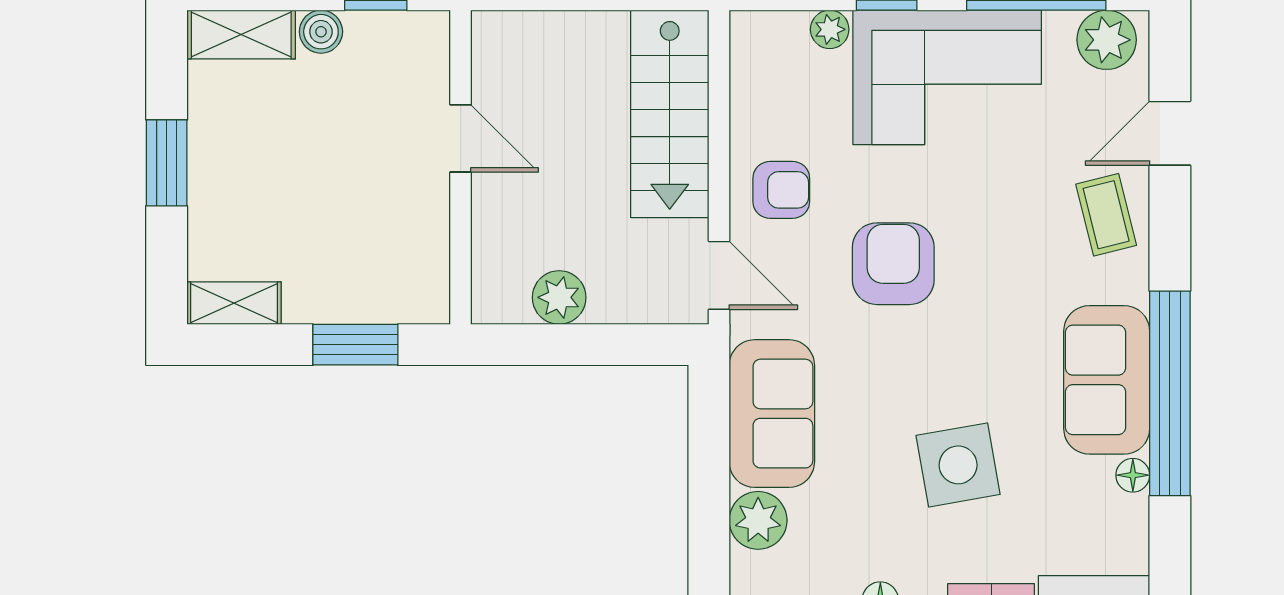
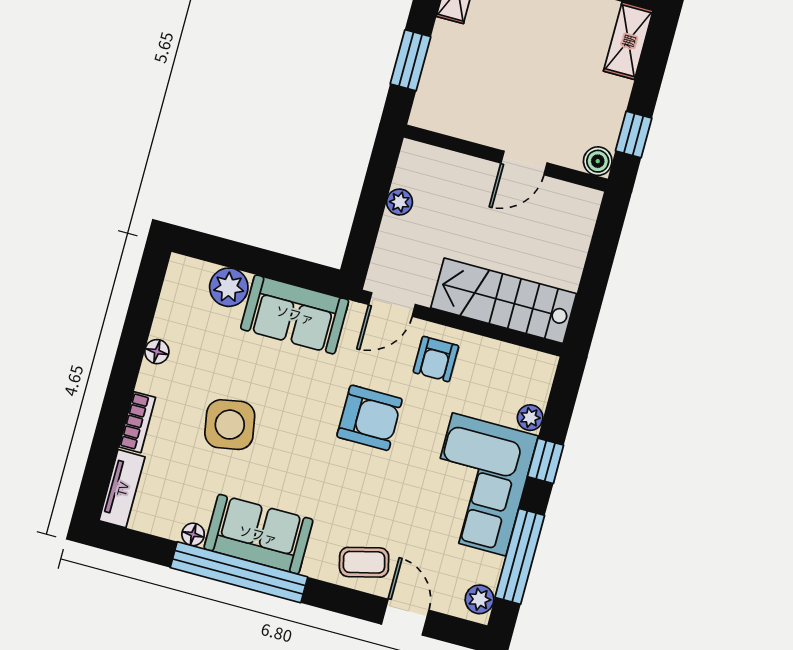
boiler: (321, 32) -> (598, 161), moved
plant: (1107, 40) -> (479, 599), width x0.73, depth x0.73
plant: (559, 297) -> (400, 202), width x0.73, depth x0.73

